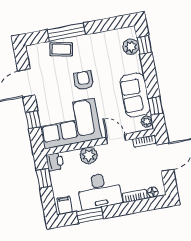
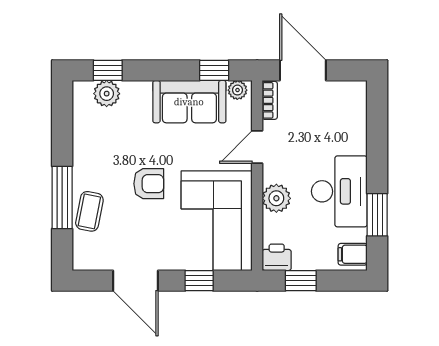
armchair: (84, 80) -> (149, 184), turned 180
floor lamp: (153, 192) -> (358, 102), removed
bookcase: (135, 196) -> (359, 133), removed

